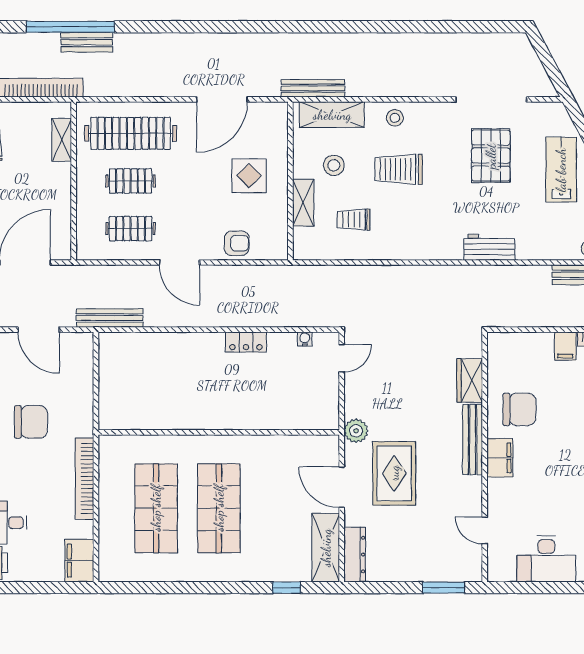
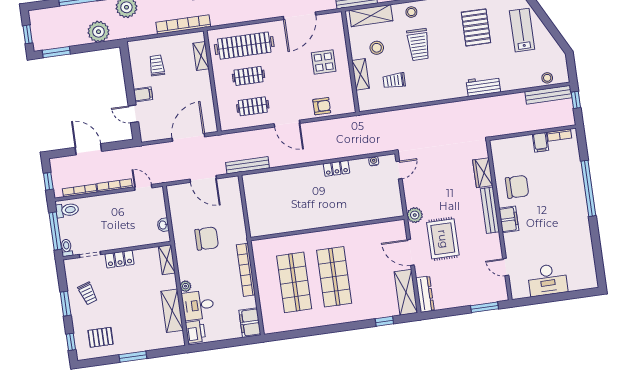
trolley: (399, 169) -> (418, 44), turned -90

